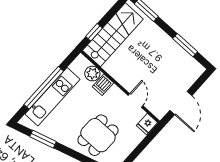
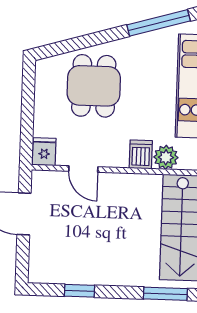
window: (185, 45) -> (80, 291), width x0.67
window: (43, 139) -> (159, 23), width x1.44

